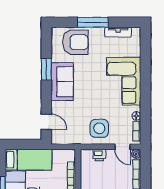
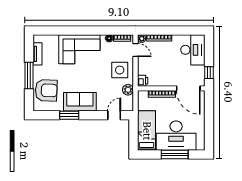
armchair: (75, 42) -> (46, 90), turned 92
plant: (76, 138) -> (128, 90), added
door: (123, 147) -> (136, 50), hinge flipped
printer: (99, 155) -> (143, 81), moved

